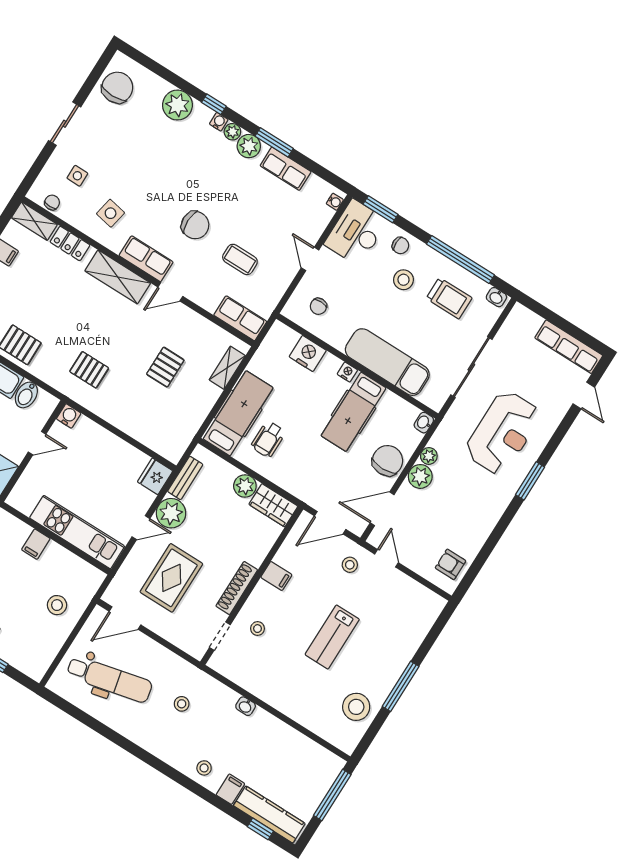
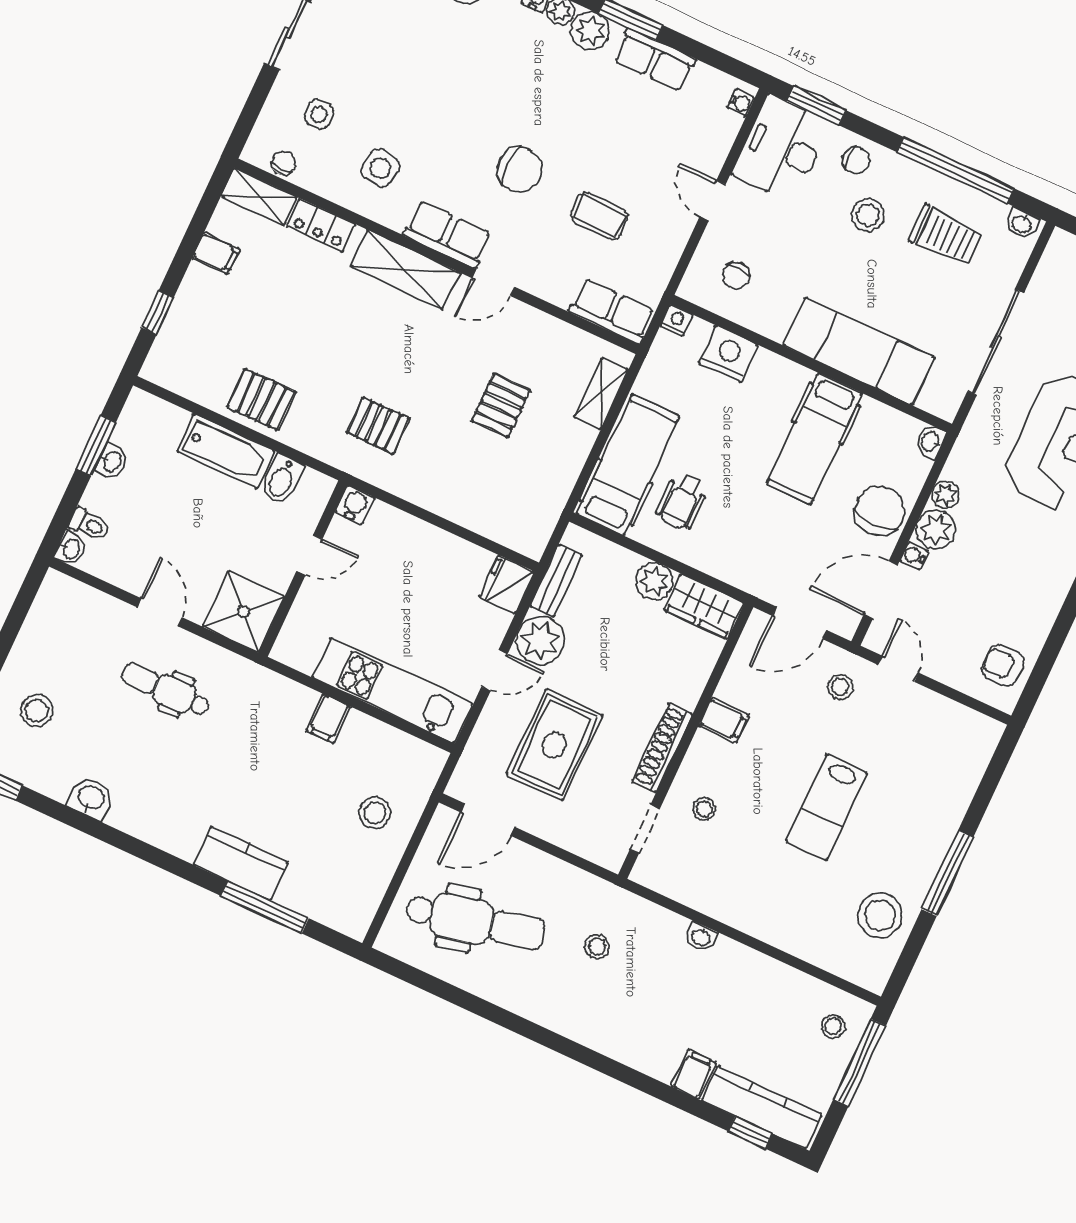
nightstand: (347, 372) -> (677, 320), moved
water cooler: (405, 491) -> (914, 556), added
stool: (204, 768) -> (833, 1026), moved

